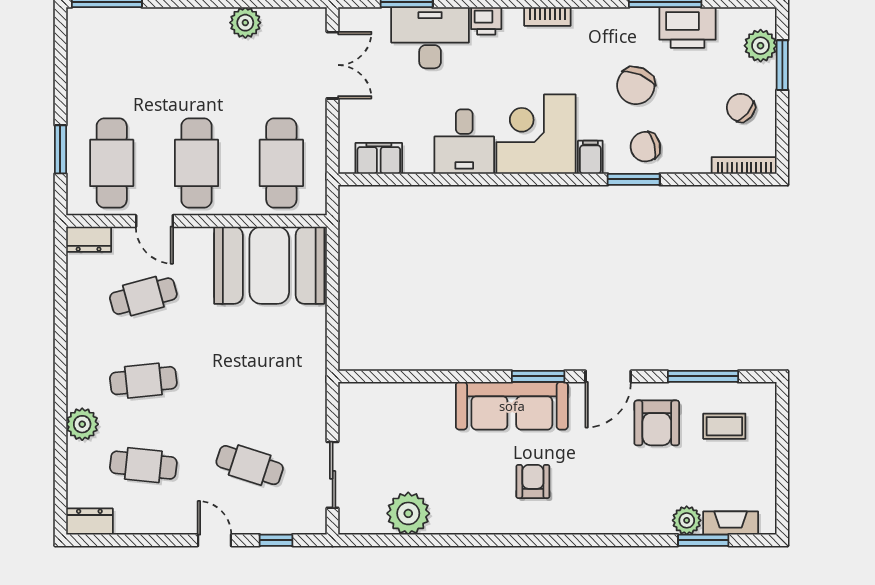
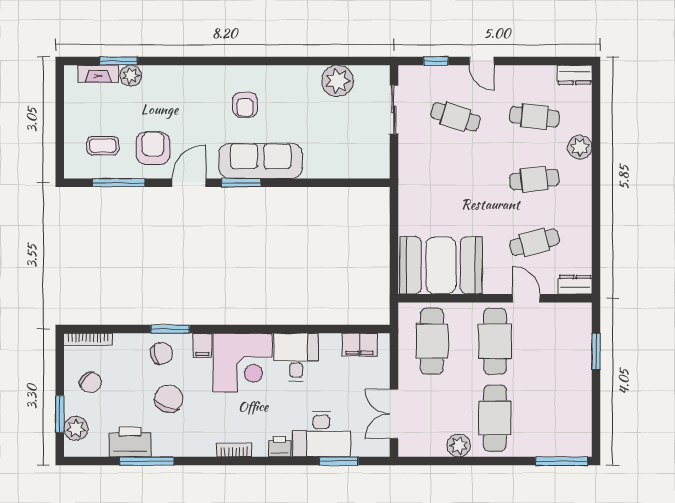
cafe table: (112, 163) -> (495, 418), moved

